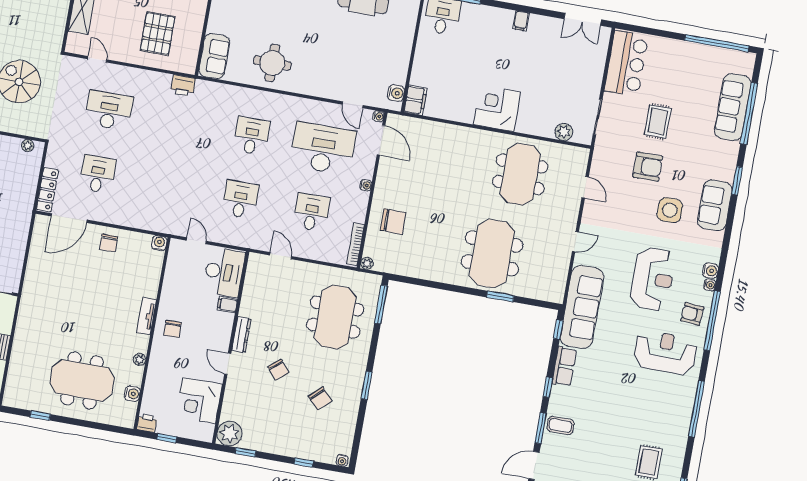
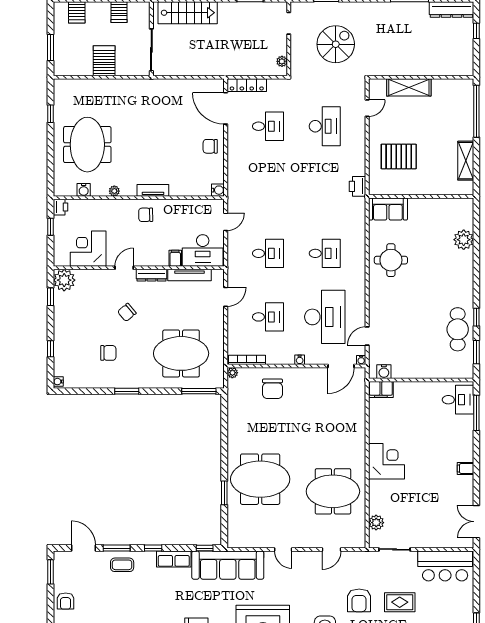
tv unit: (249, 292) -> (189, 275), added
chair: (320, 399) -> (108, 353), turned -137
coffee table: (560, 425) -> (122, 565), turned 90

